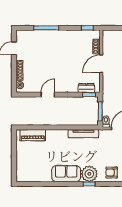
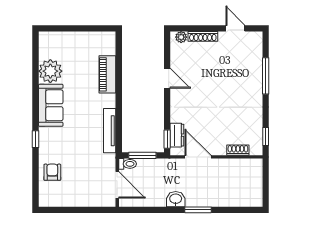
door: (101, 64) -> (198, 157), moved
piano: (33, 135) -> (107, 74), moved
plant: (89, 174) -> (50, 71), moved

